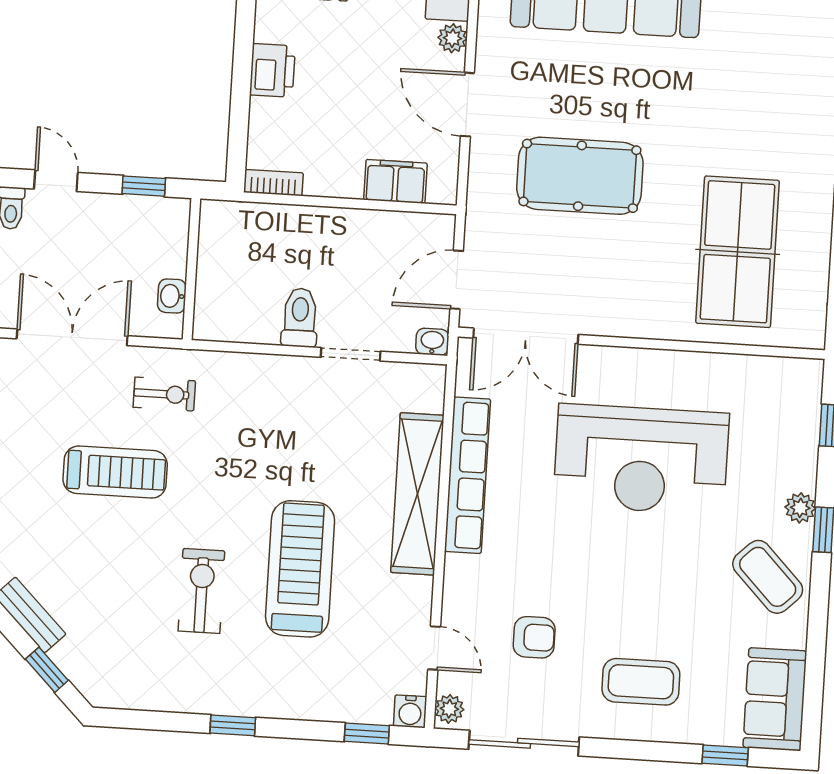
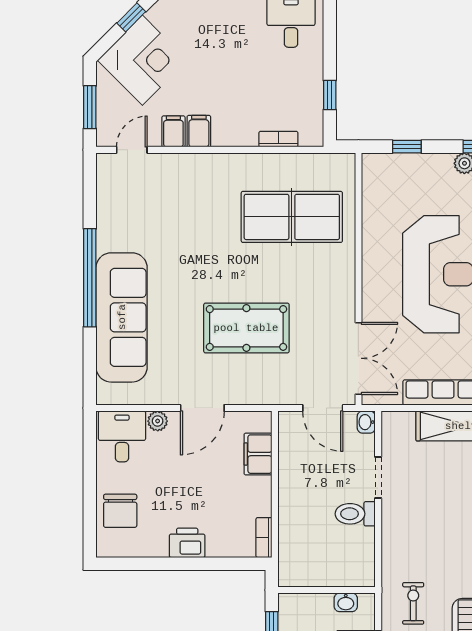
pool table: (580, 176) -> (246, 328), turned 90

